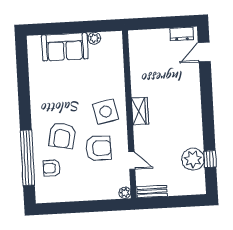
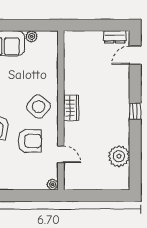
side table: (106, 112) -> (39, 107), turned -38
window: (210, 159) -> (135, 111), moved
bench: (152, 191) -> (78, 185), removed

